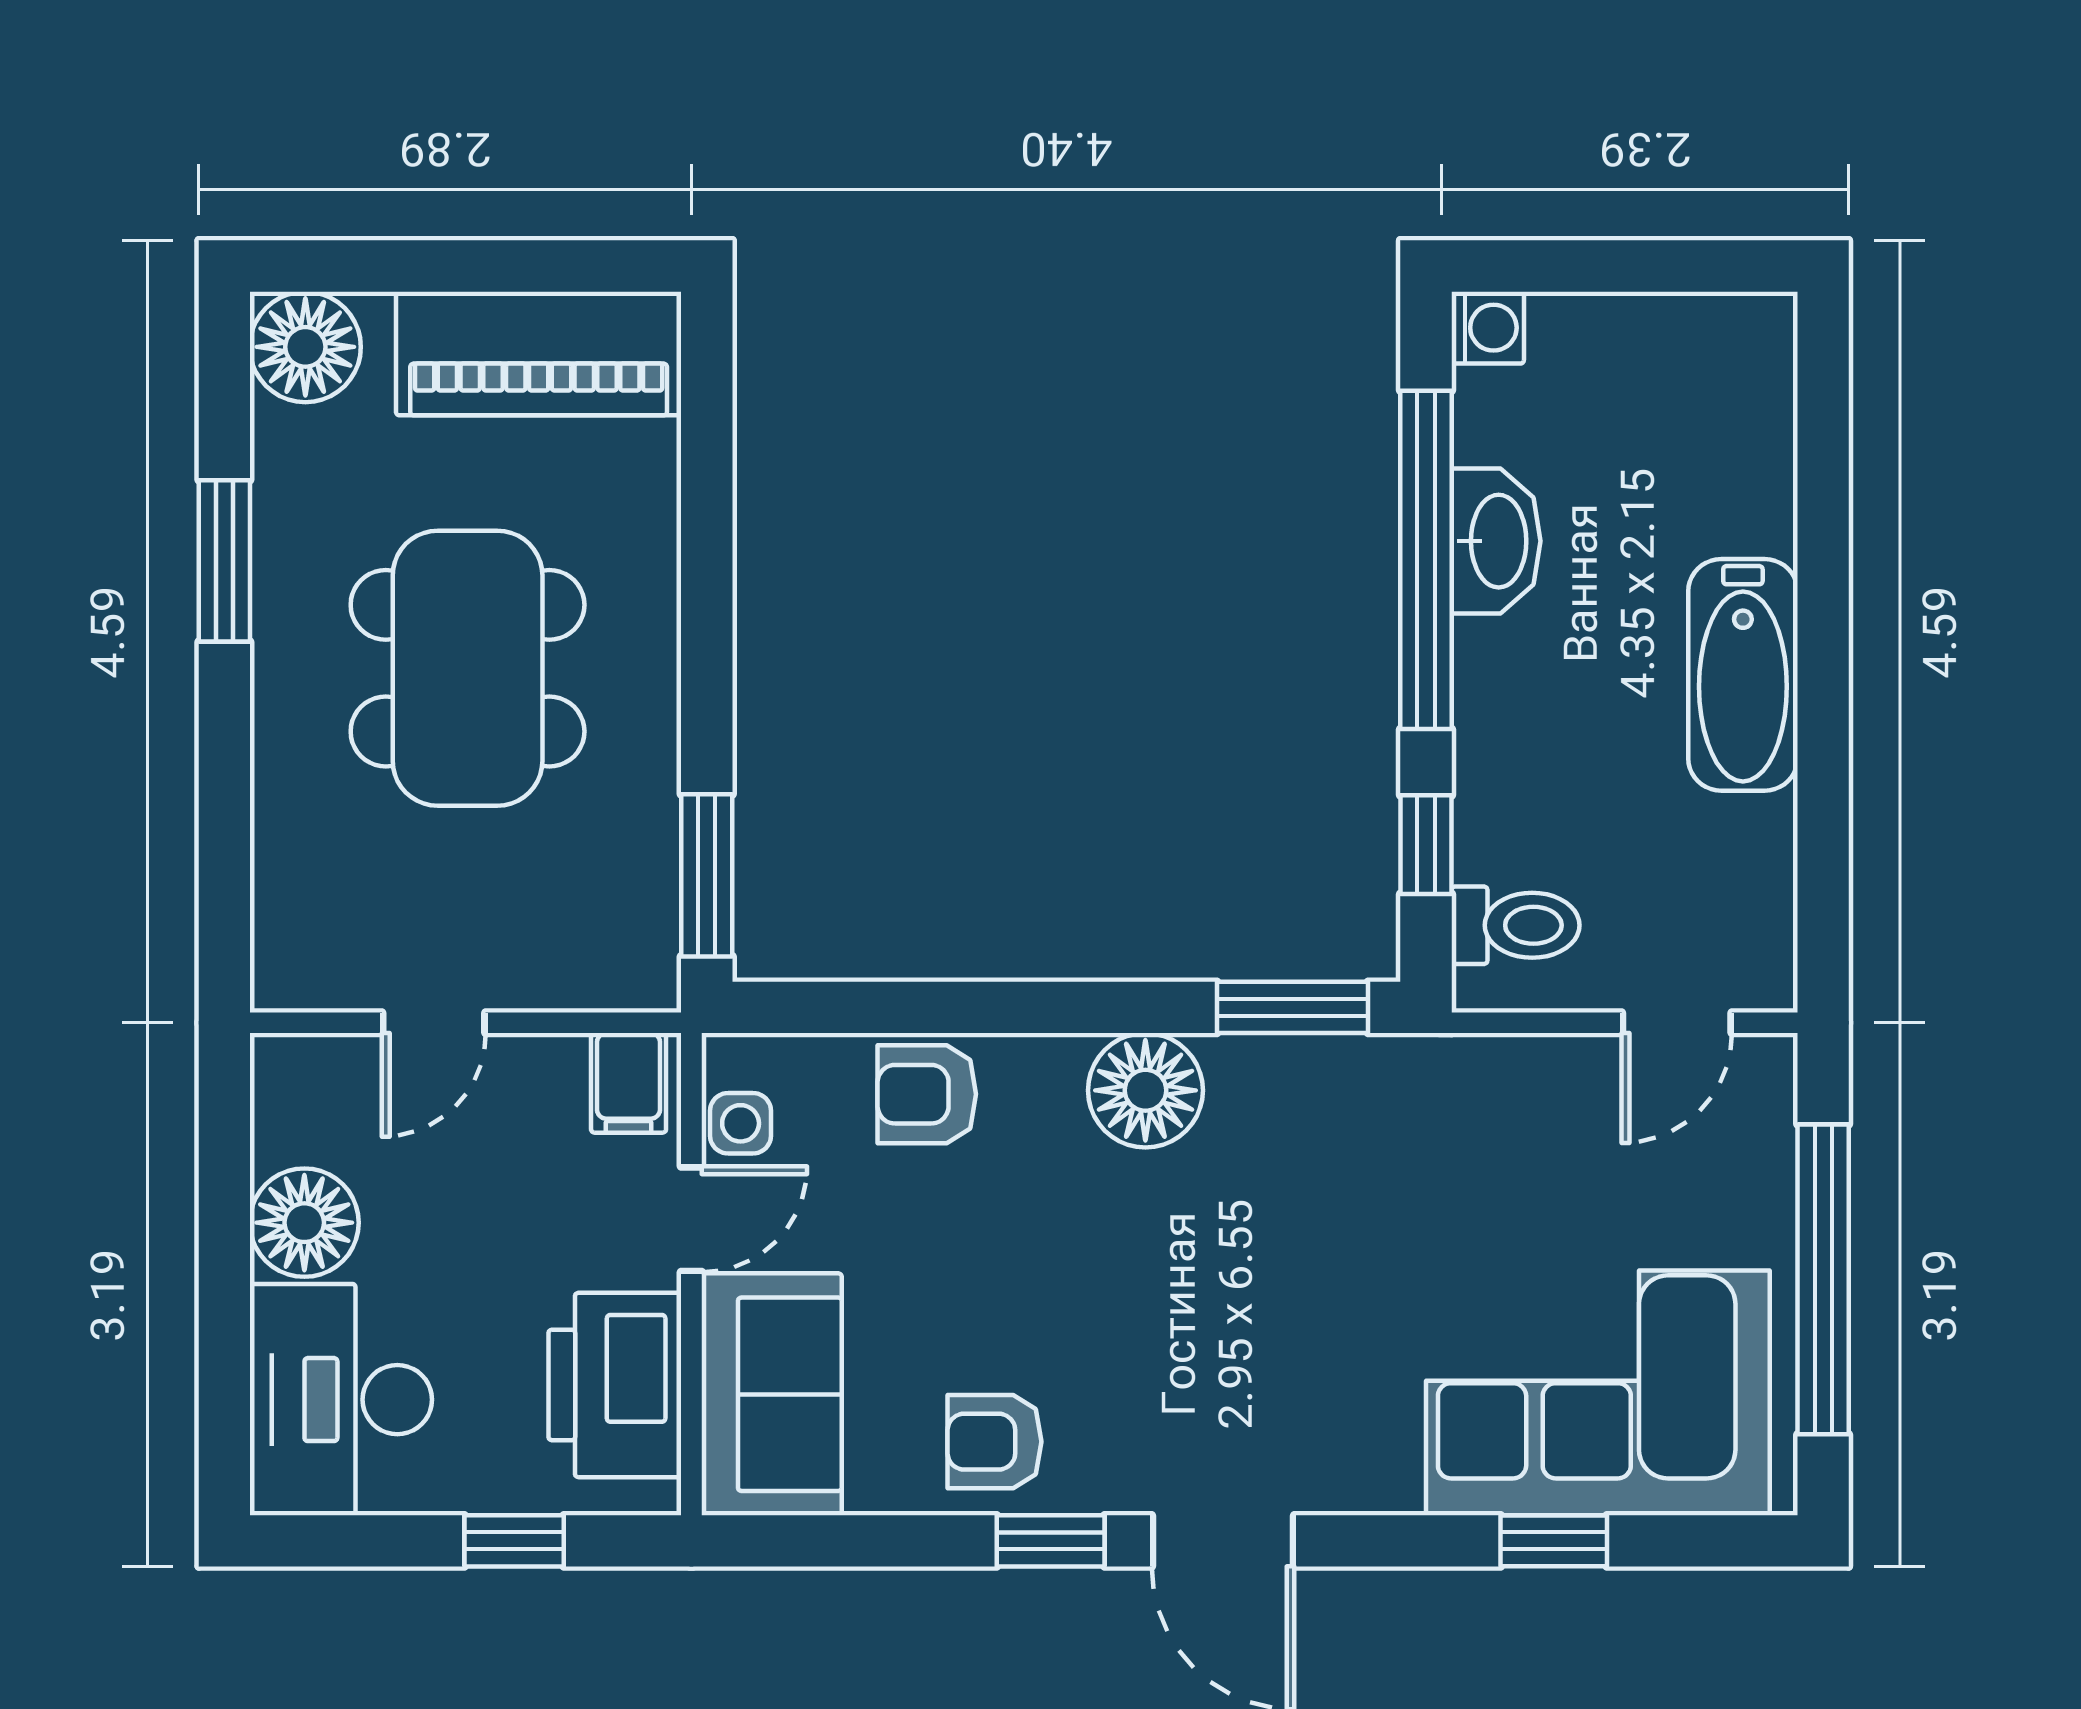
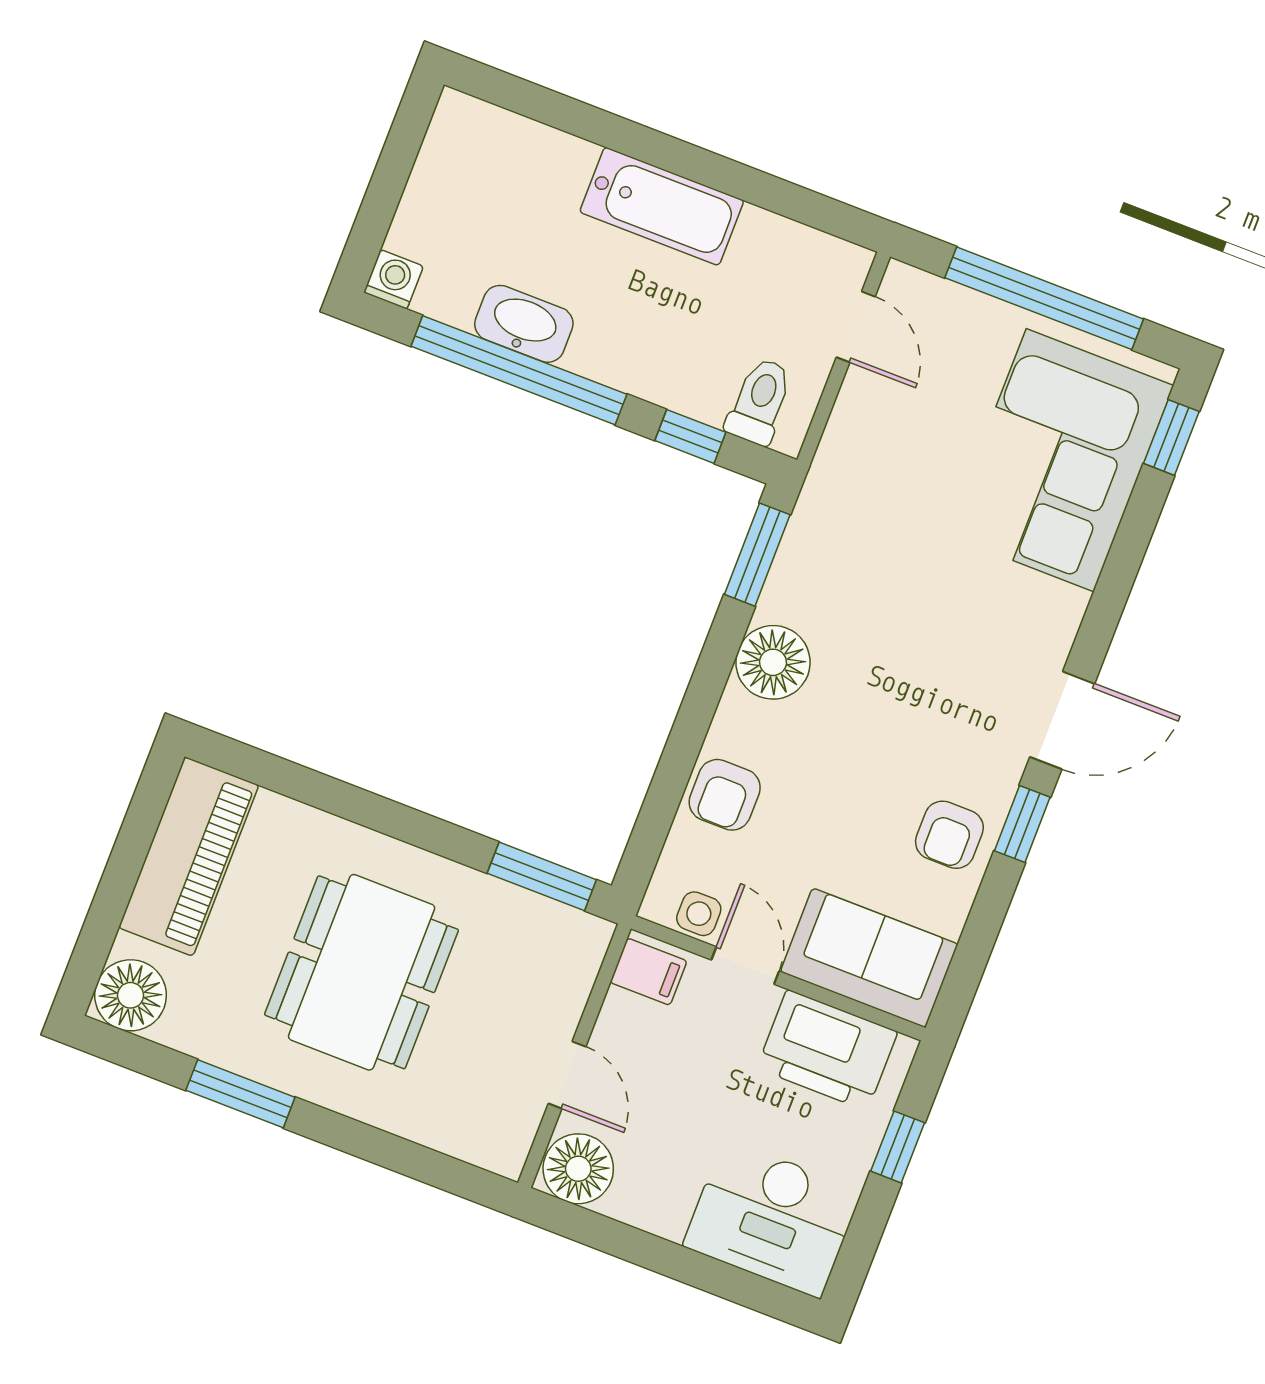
dining table: (468, 668) -> (362, 972), turned 90
floor lamp: (304, 1223) -> (578, 1169), moved
window: (1554, 1541) -> (1171, 437), moved

